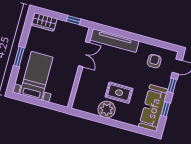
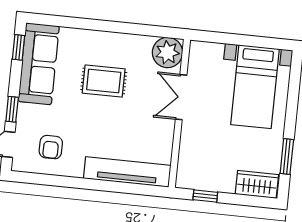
double door: (84, 54) -> (181, 97), moved
window: (19, 57) -> (287, 157), moved
plant: (107, 109) -> (167, 53), moved
window: (166, 109) -> (18, 47), moved

